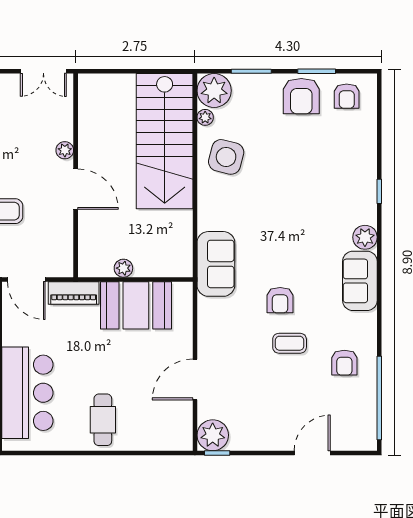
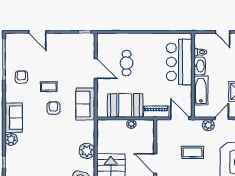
sofa: (216, 264) -> (85, 104), moved
door: (195, 380) -> (96, 69), hinge flipped
cafe table: (103, 420) -> (127, 63), moved
plant: (213, 435) -> (87, 151), moved
door: (312, 453) -> (37, 32), hinge flipped

